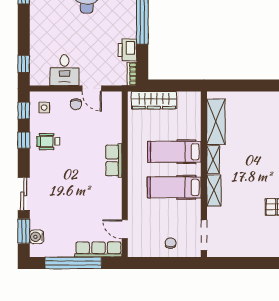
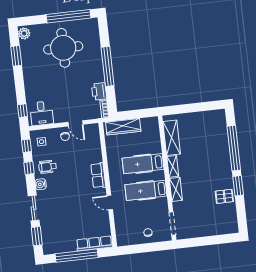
desk: (64, 70) -> (41, 113), moved
door: (125, 229) -> (110, 203), moved
water cooler: (37, 237) -> (41, 184), moved

